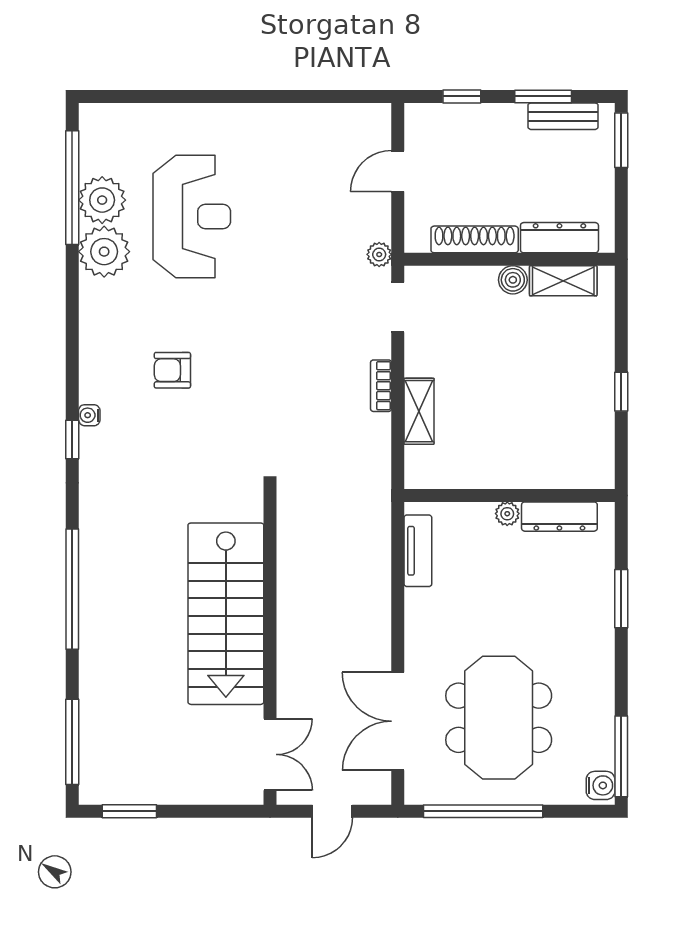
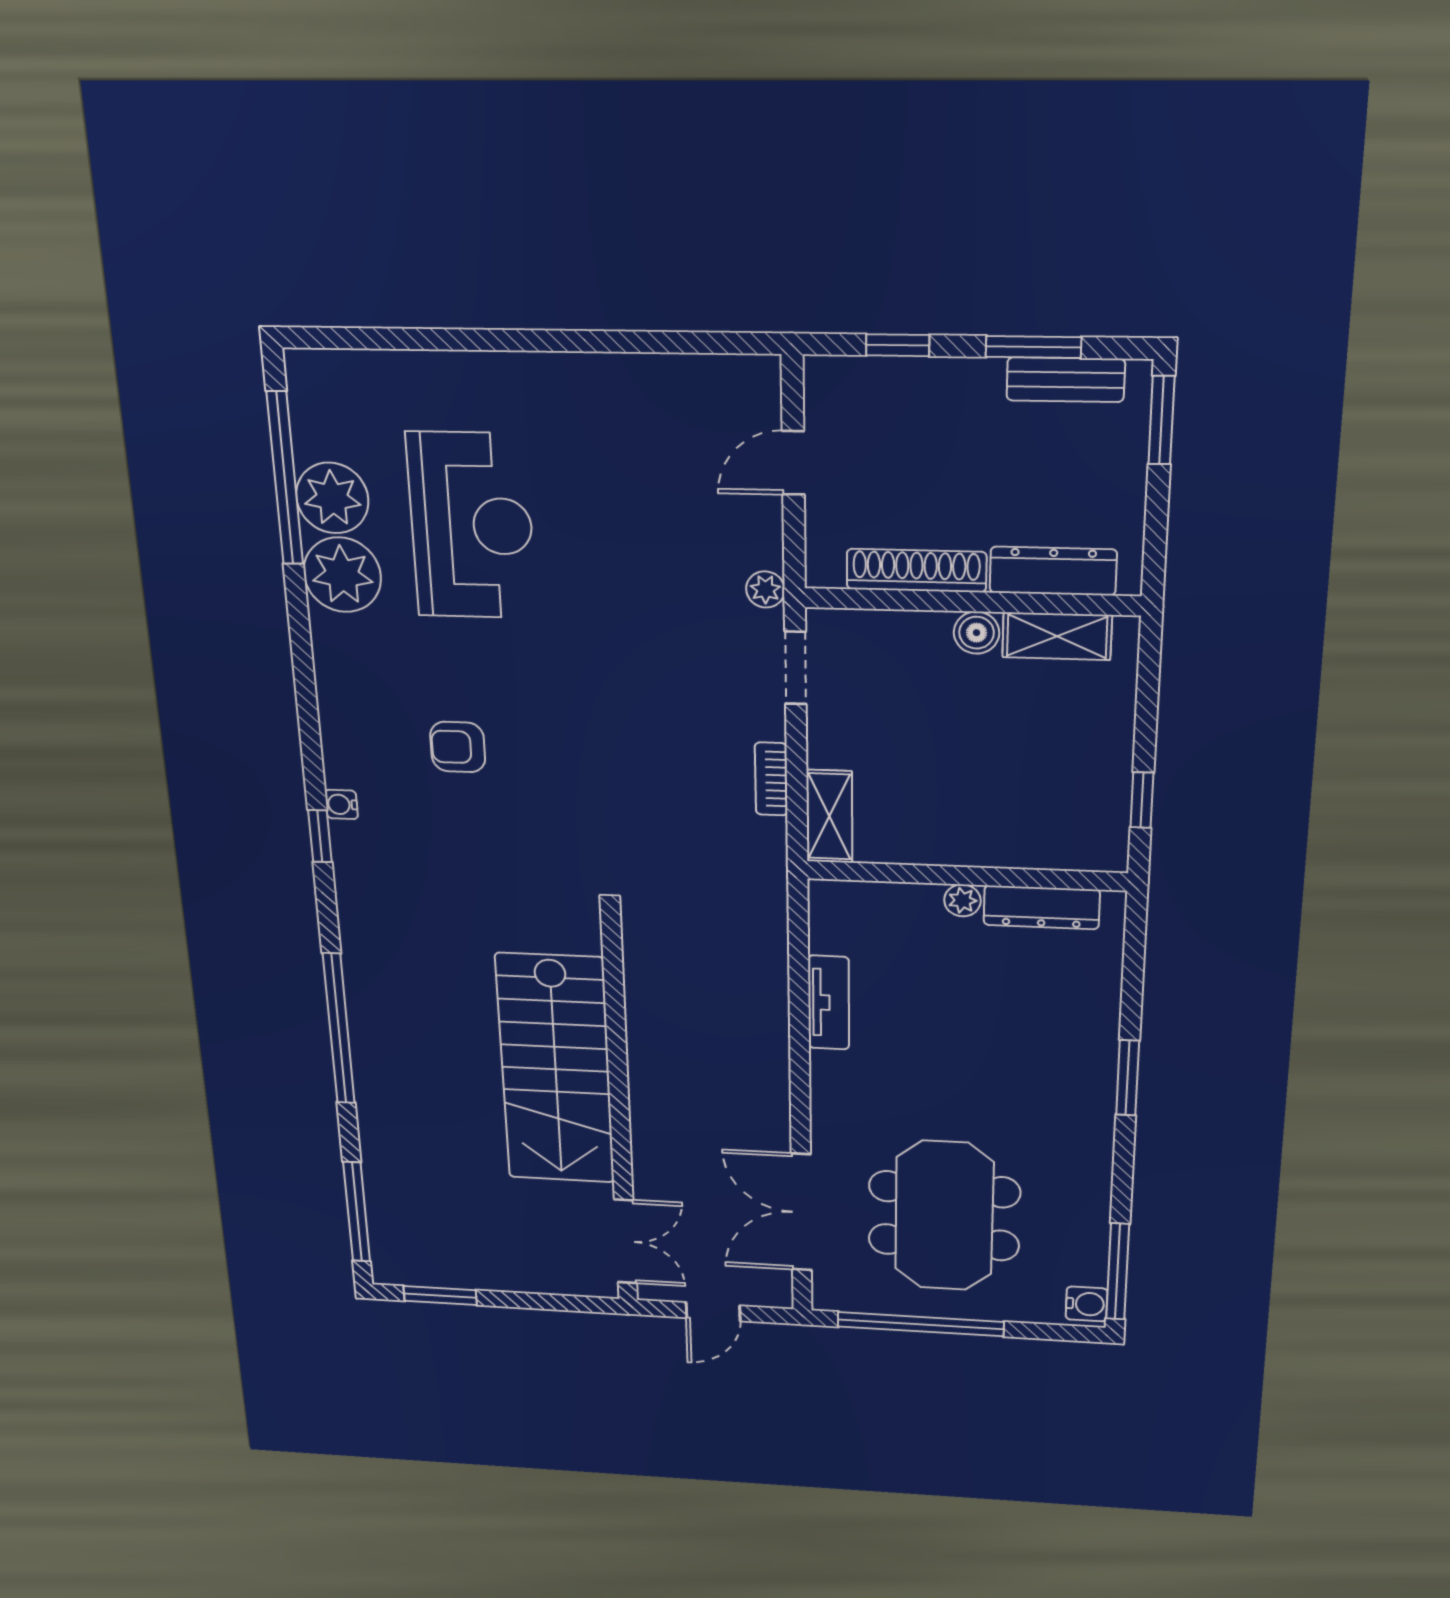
wall: (509, 495) -> (966, 876), moved
plant: (507, 514) -> (962, 900), moved
dresser: (559, 517) -> (1042, 907), moved

